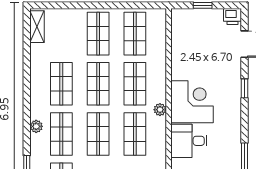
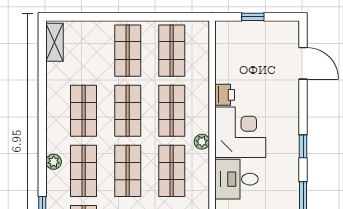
printer: (233, 17) -> (225, 95), moved, turned -90
window: (244, 88) -> (303, 146), moved

